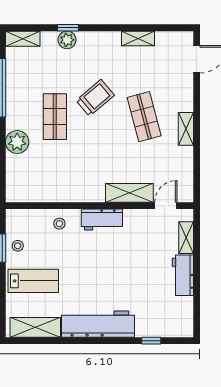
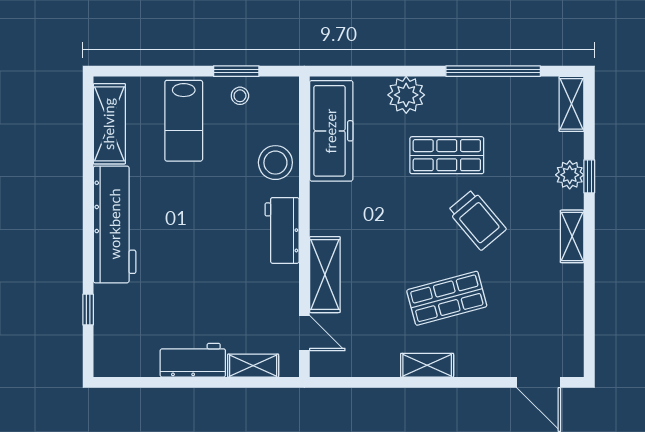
shelving: (138, 38) -> (572, 236), moved
freezer: (40, 189) -> (331, 131), added
stool: (59, 224) -> (275, 163), width x1.89, depth x1.89

